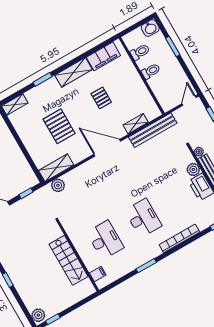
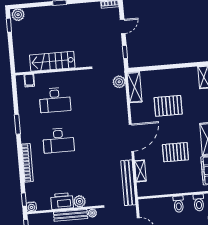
pallet: (101, 98) -> (175, 152), width x1.50, depth x1.42

